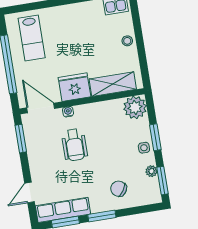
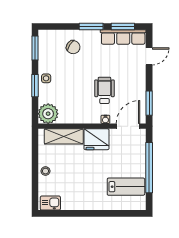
lab bench: (32, 38) -> (126, 187), turned 90
door: (41, 108) -> (128, 126), swing flipped
plant: (151, 171) -> (43, 57), removed

